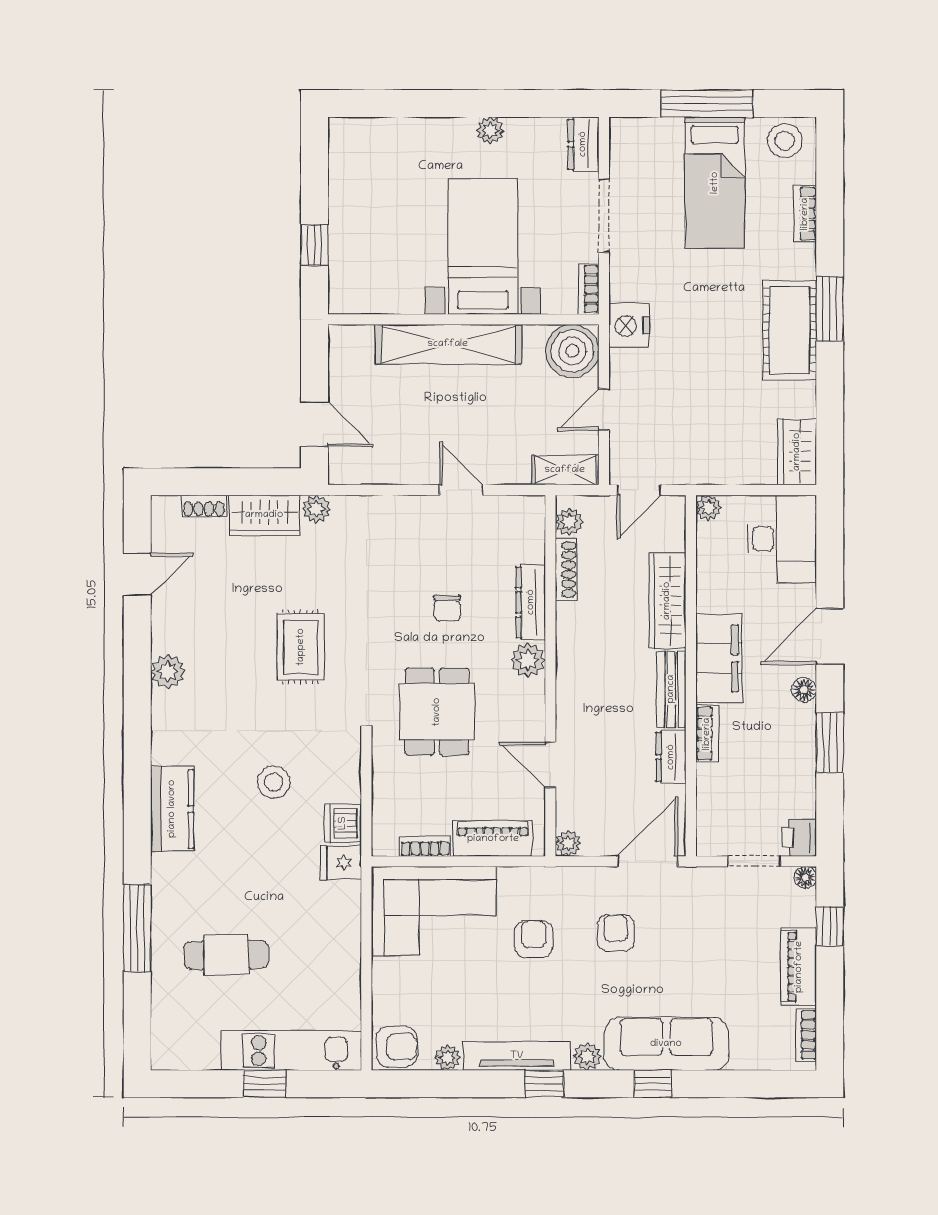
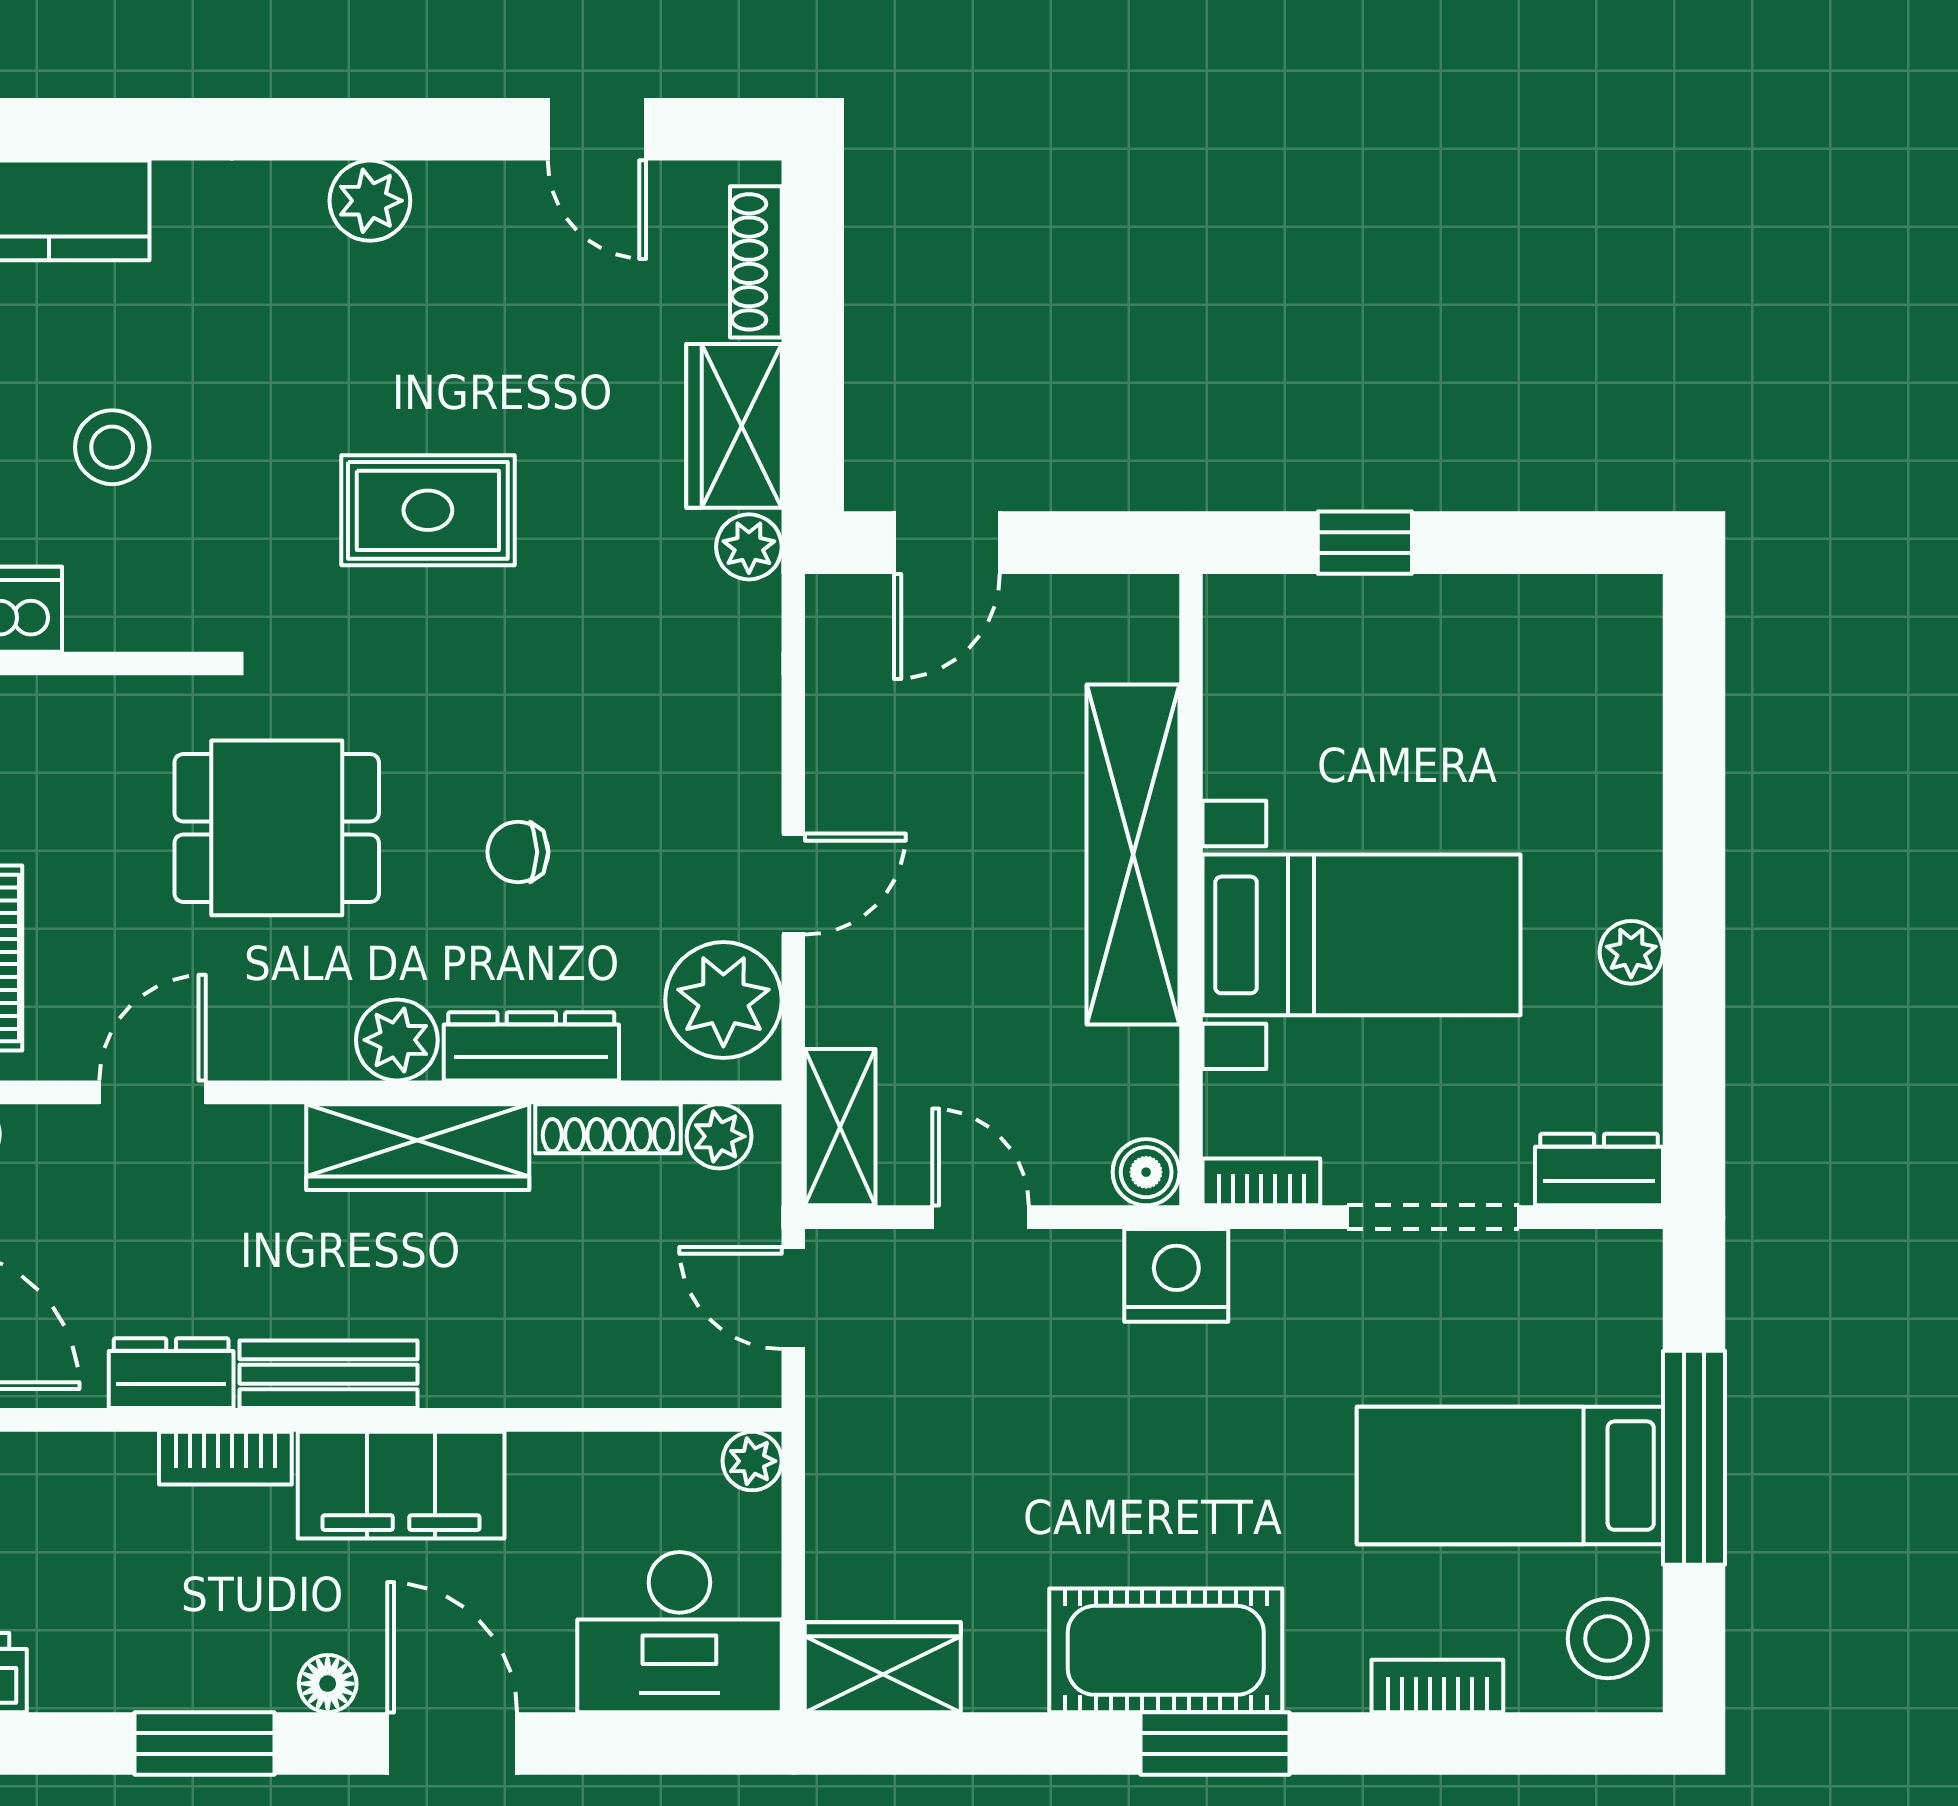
boiler: (572, 351) -> (1146, 1172), width x0.54, depth x0.54
shoe rack: (204, 506) -> (756, 262), width x1.43
plant: (511, 520) -> (723, 1000), added
wardrobe: (667, 601) -> (418, 1147), moved, turned 180

